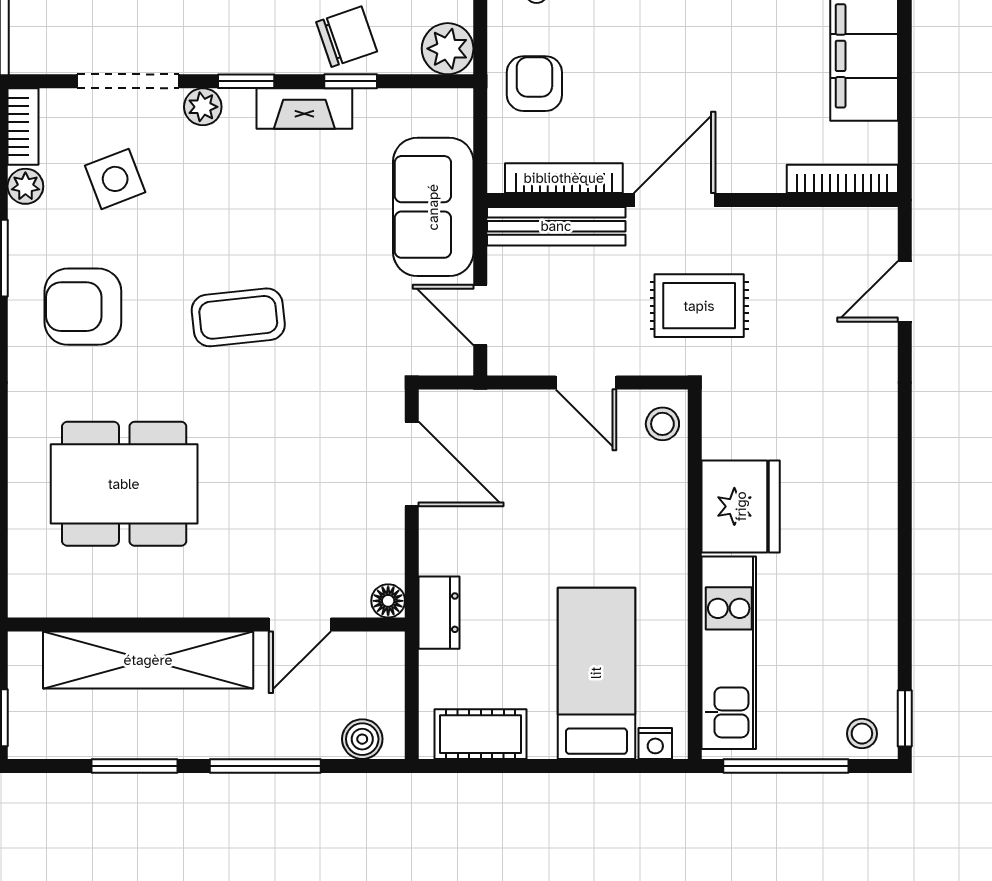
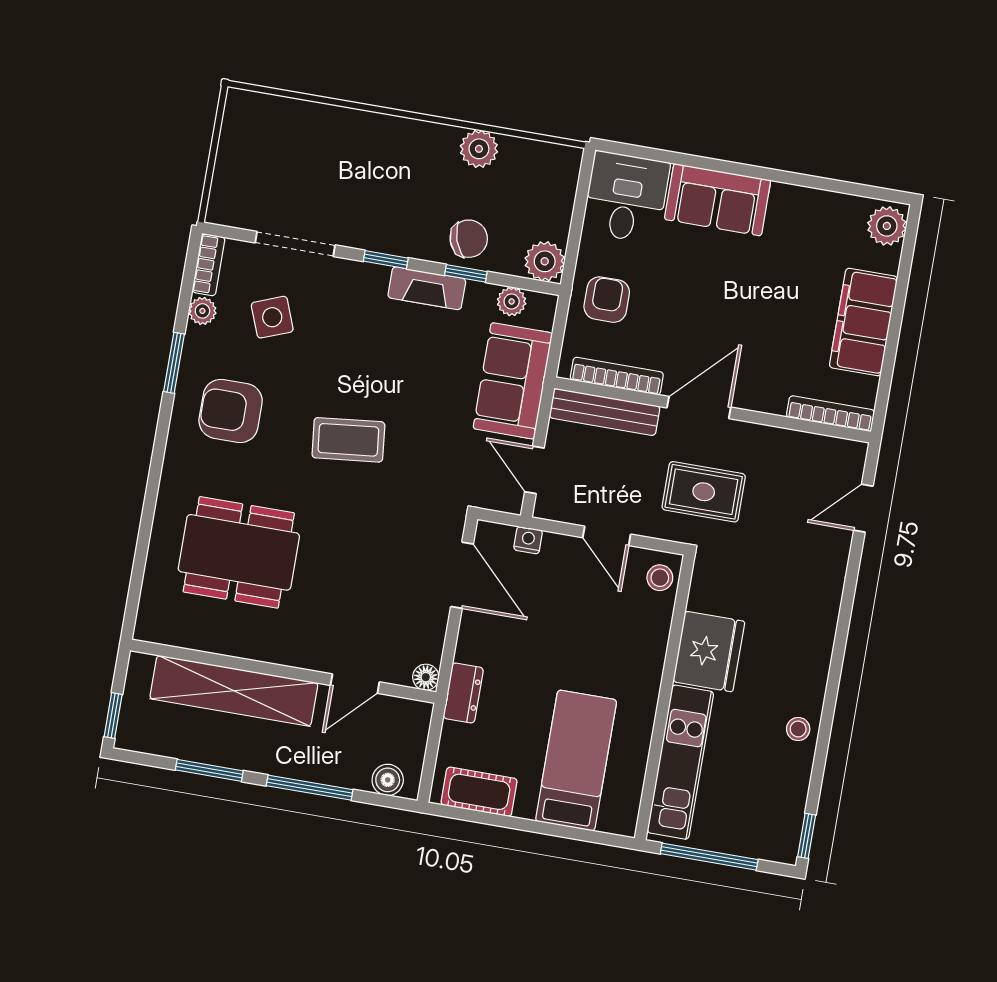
plant: (203, 107) -> (512, 301), moved
stool: (862, 734) -> (798, 729), moved
nightstand: (655, 743) -> (528, 540), moved, turned 180

